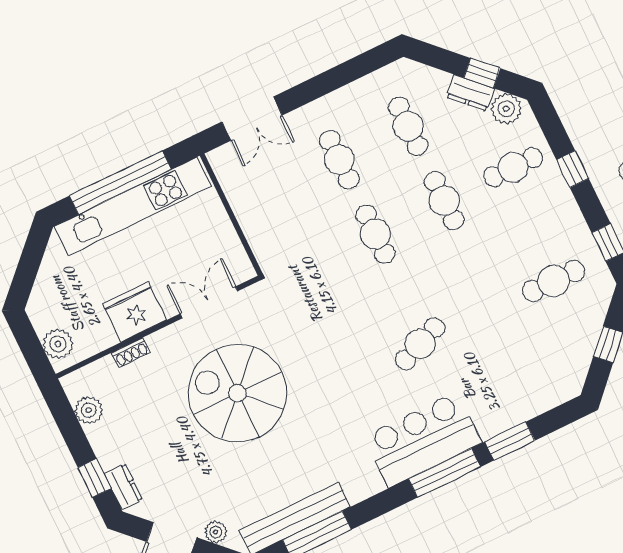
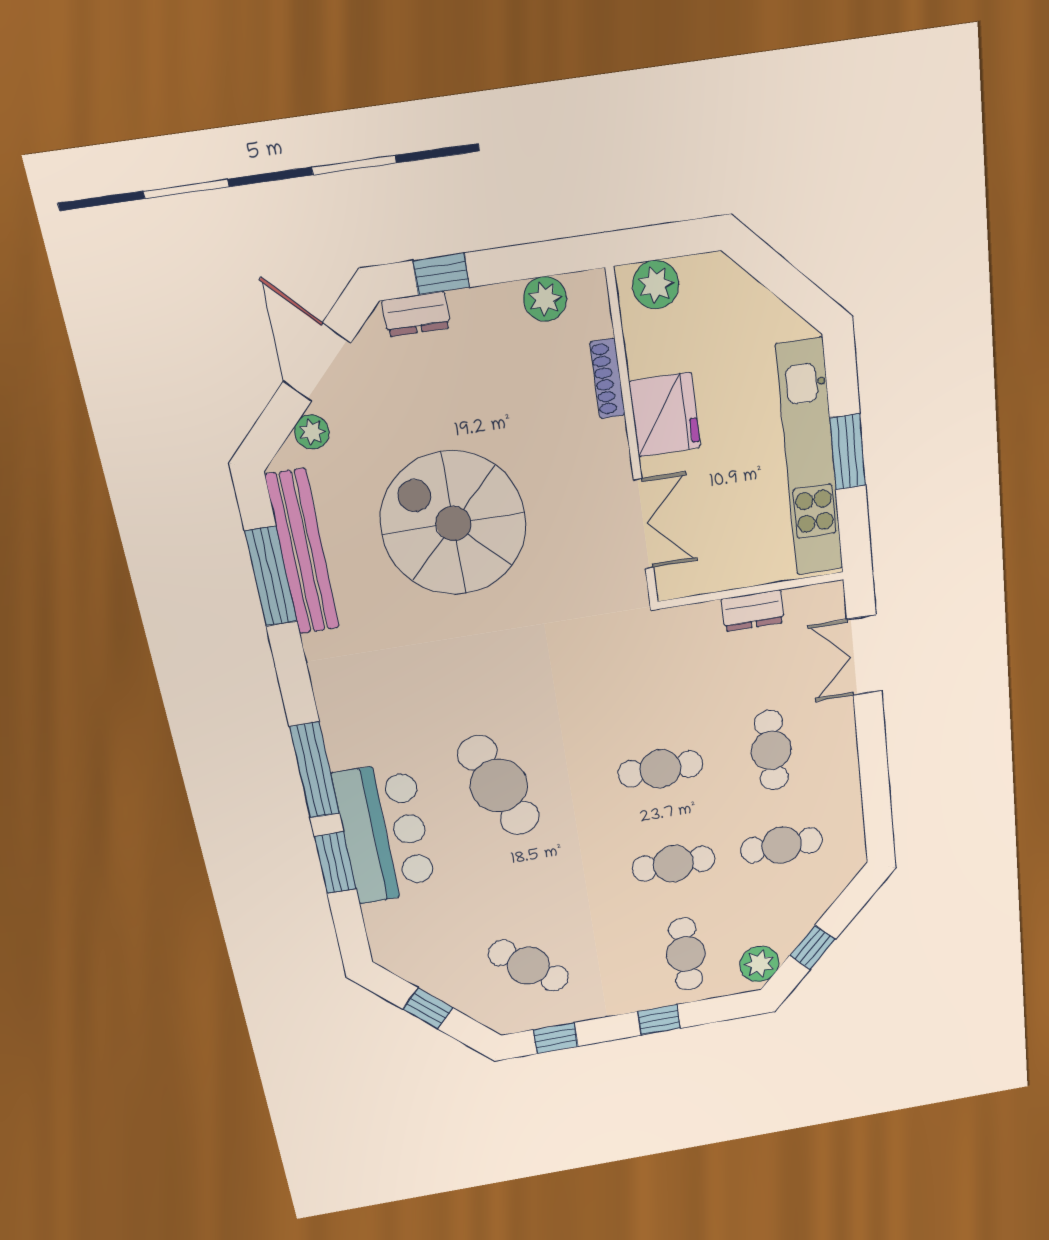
dresser: (470, 93) -> (753, 611), moved, turned -135
cafe table: (339, 160) -> (771, 750), turned 90
window: (120, 183) -> (848, 452), width x0.47
cafe table: (554, 281) -> (528, 966), turned -51
cafe table: (420, 344) -> (499, 786), width x1.37, depth x1.35
shoe rack: (131, 353) -> (607, 379), width x1.43
spiral stairs: (237, 393) -> (453, 523), moved, turned -90
bar counter: (423, 440) -> (385, 833), moved

